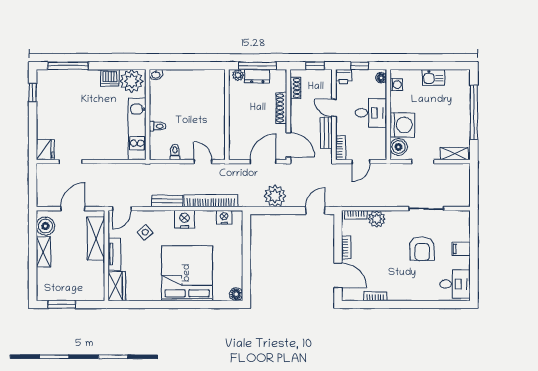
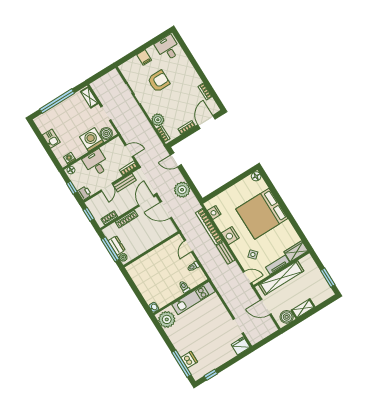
dishwasher: (110, 78) -> (189, 360), moved
shelving: (96, 239) -> (281, 278), width x1.47

